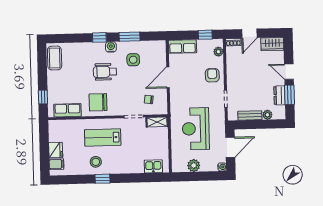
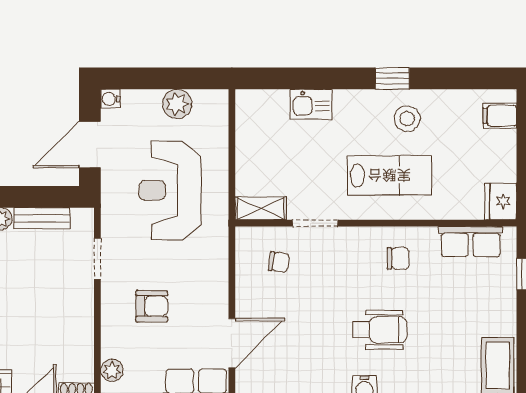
side table: (133, 60) -> (313, 356), removed
armchair: (212, 75) -> (152, 306), moved, turned -90
door: (168, 77) -> (232, 343), moved
chair: (98, 102) -> (398, 258), width x0.54, depth x0.54
reception desk: (196, 129) -> (170, 190), turned 180
fridge: (56, 150) -> (501, 201), moved
kitchen sink: (153, 166) -> (311, 104), moved

